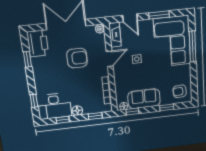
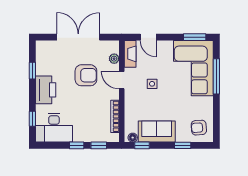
window: (159, 15) -> (195, 37), moved
plant: (100, 29) -> (114, 59), moved
printer: (38, 43) -> (46, 90), moved
door: (110, 59) -> (122, 80), swing flipped
floor lamp: (77, 111) -> (79, 136), removed
window: (63, 120) -> (77, 145), moved

